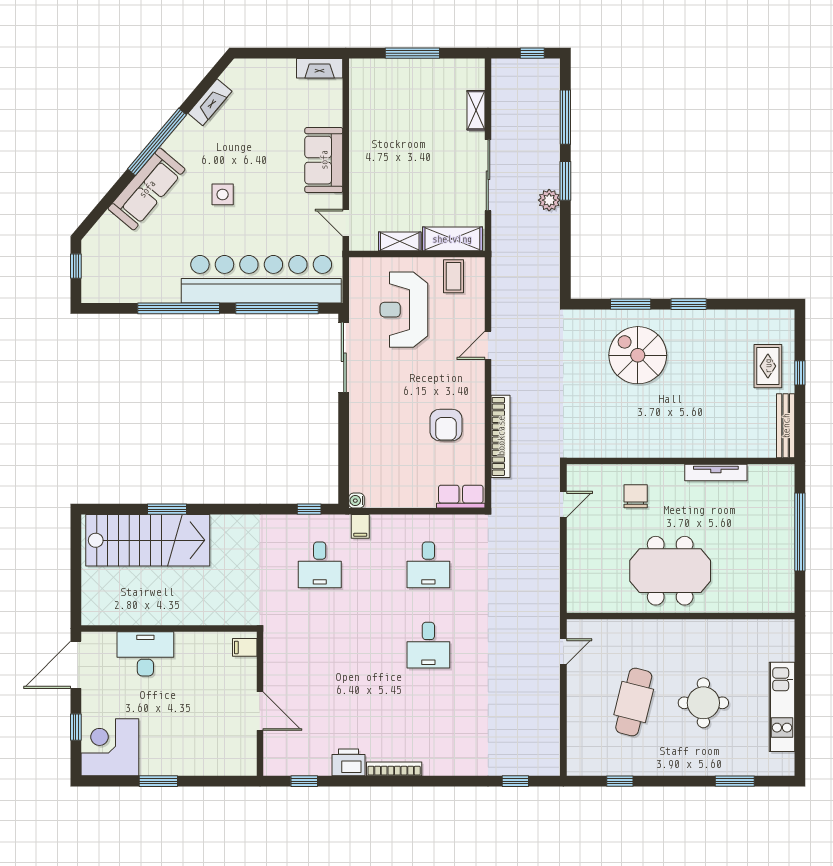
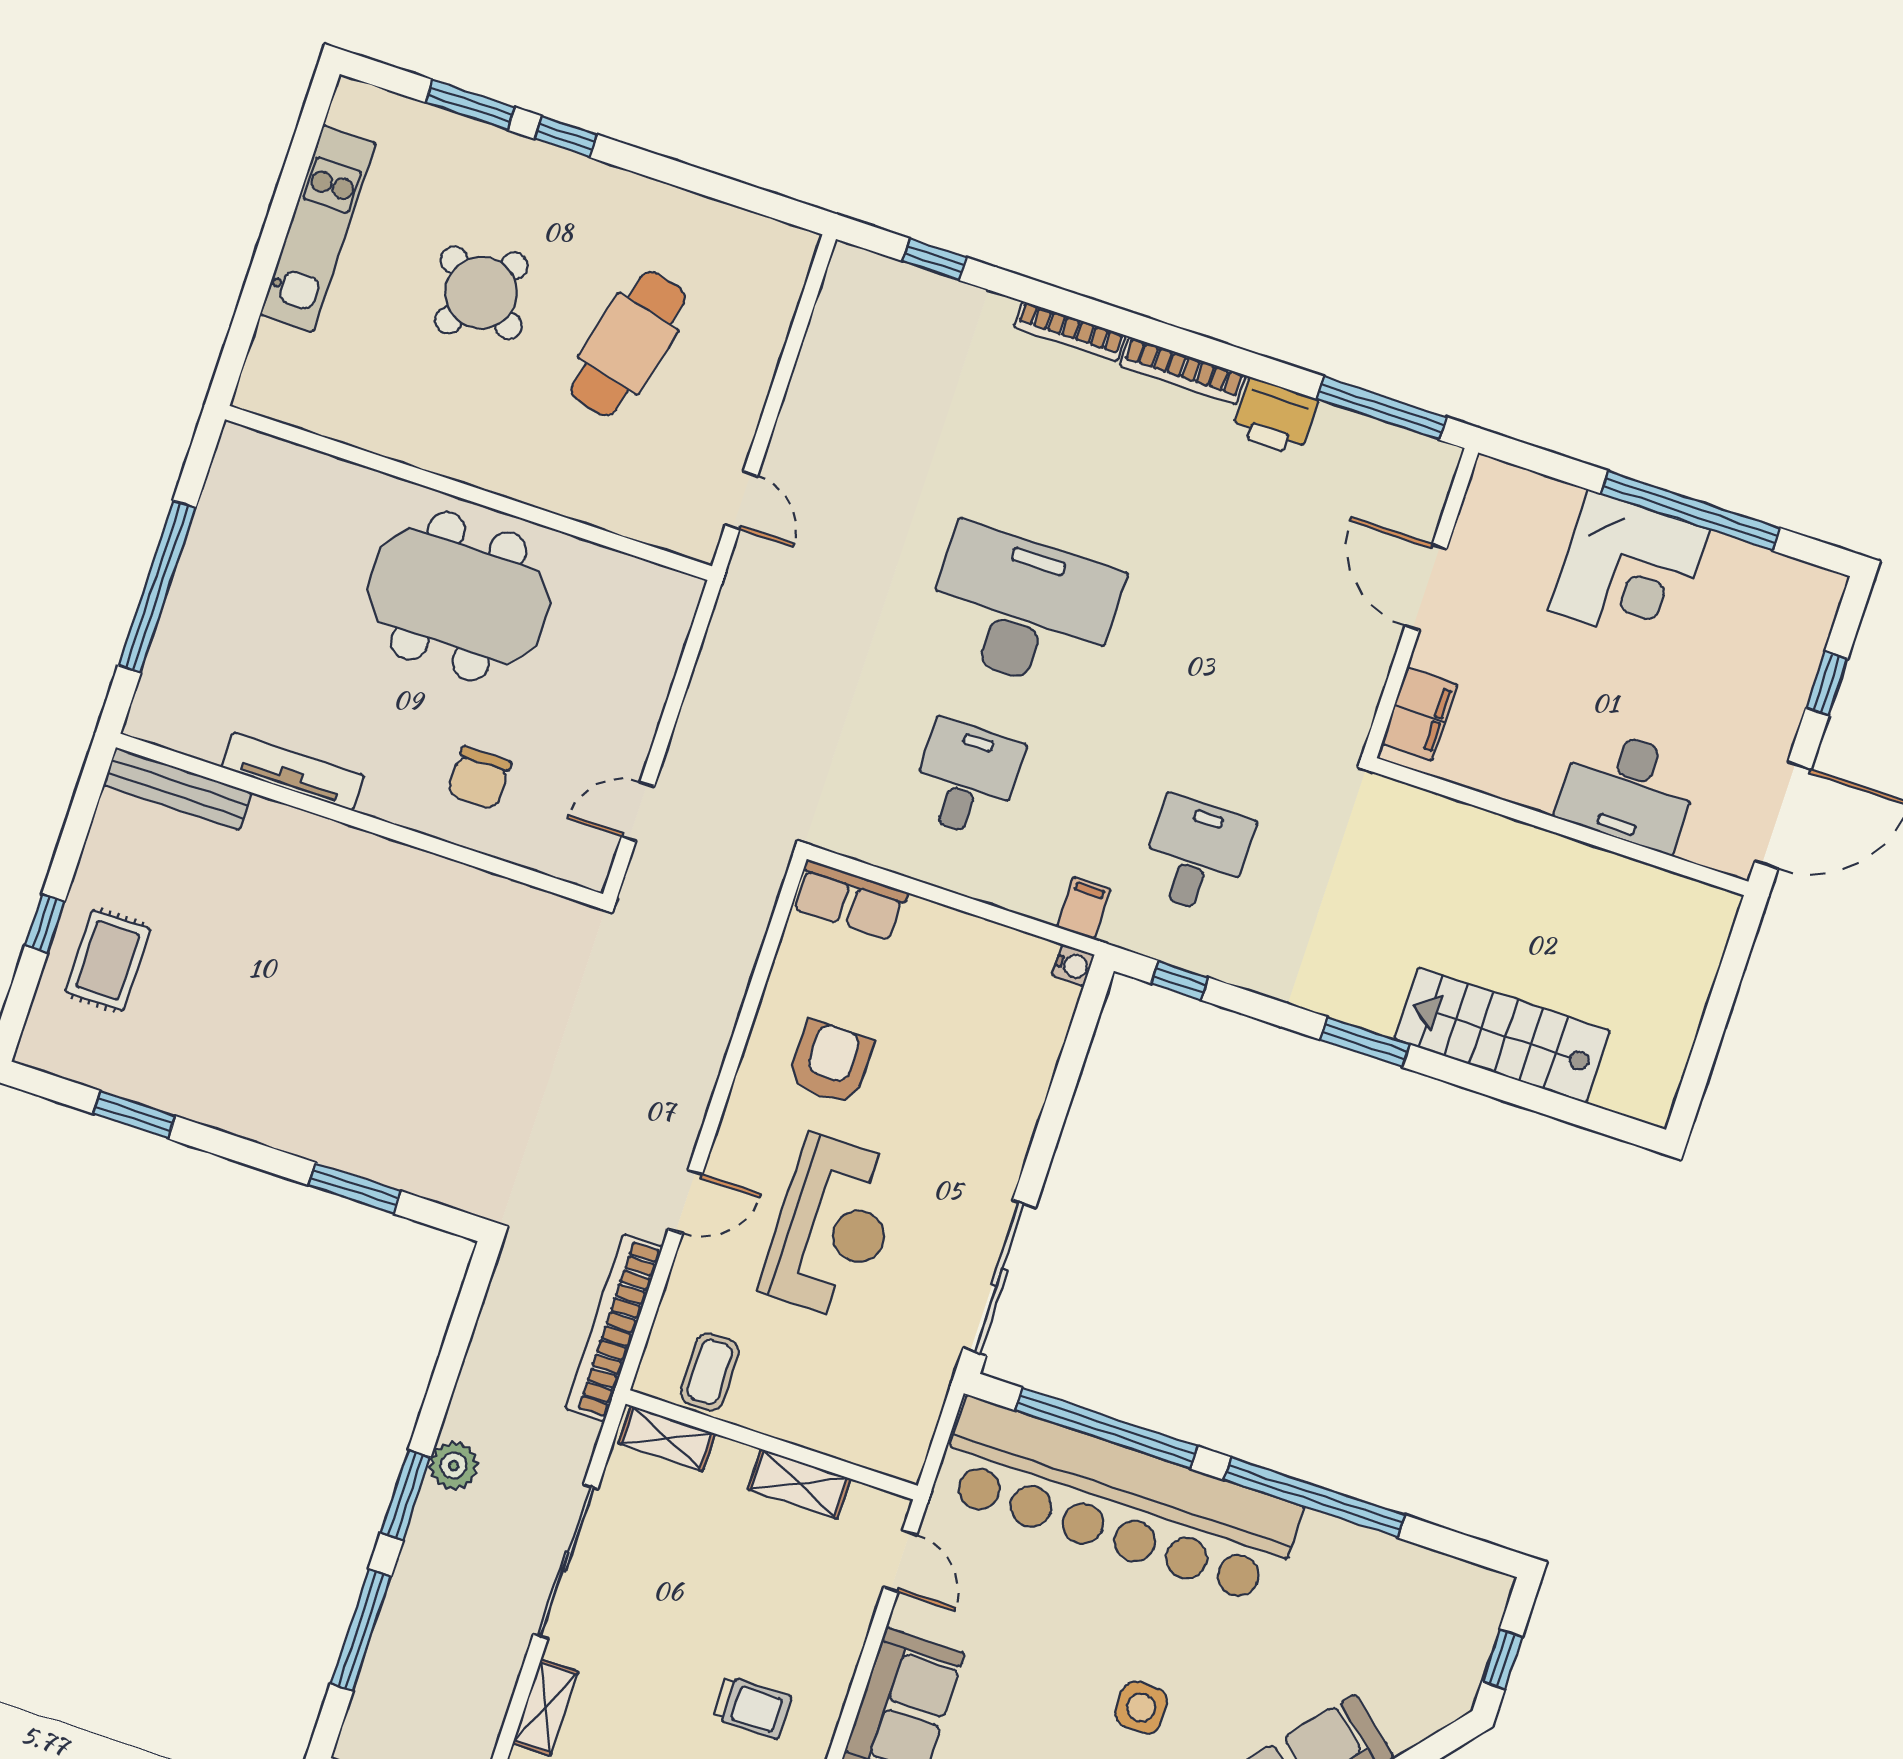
trolley: (388, 139) -> (752, 1708), added
shelving: (452, 239) -> (667, 1438), width x0.67, depth x0.75
window: (689, 304) -> (134, 1115), moved
reception desk: (404, 310) -> (832, 1228), moved
spiral stairs: (638, 355) -> (375, 1075), removed
bench: (786, 426) -> (178, 789), moved, turned 90
bookcase: (501, 436) -> (614, 1328), moved
window: (167, 509) -> (1365, 1042), moved
stairs: (148, 540) -> (1502, 1035), width x0.73, depth x0.66
desk: (428, 645) -> (1023, 608), width x1.87, depth x1.30
filing cabinet: (245, 647) -> (1420, 714), width x2.00
door: (563, 651) -> (742, 500), swing flipped
round table: (703, 703) -> (481, 293), turned 32
corner desk: (110, 747) -> (1629, 570), moved
bookcase: (448, 770) -> (1070, 331), added
window: (158, 781) -> (1690, 511), width x2.11
window: (304, 781) -> (1382, 408), width x2.17
window: (620, 781) -> (566, 137), moved

